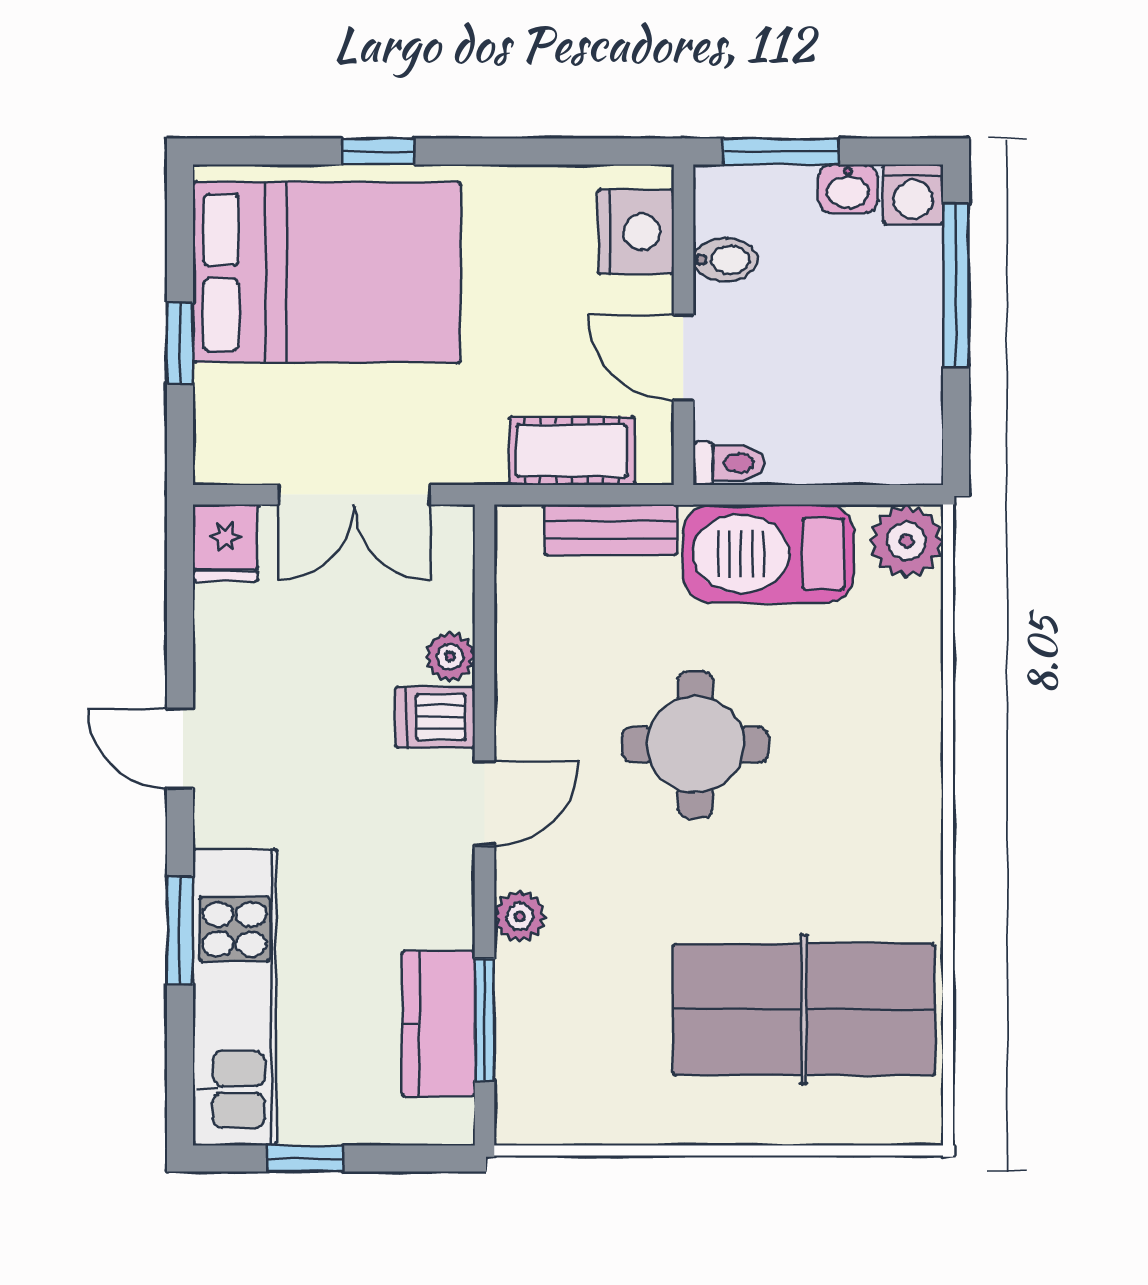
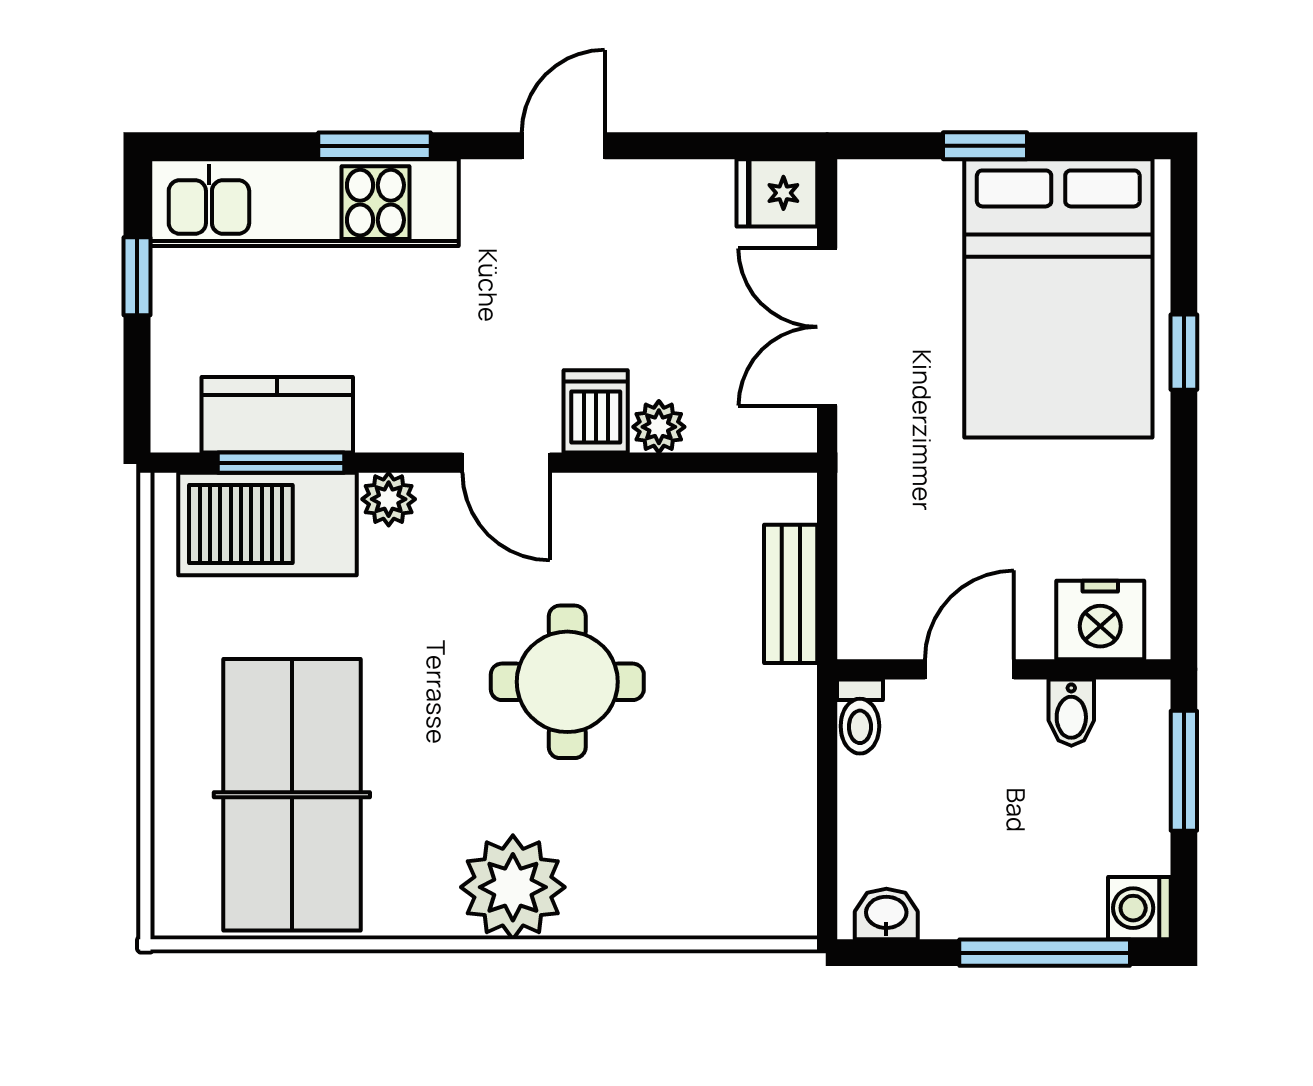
washbasin: (848, 189) -> (886, 914), moved, turned 90
cot: (572, 451) -> (873, 553), removed
plant: (906, 541) -> (513, 887), moved, width x1.36, depth x1.36
barbecue: (768, 554) -> (268, 524), moved, turned -90

